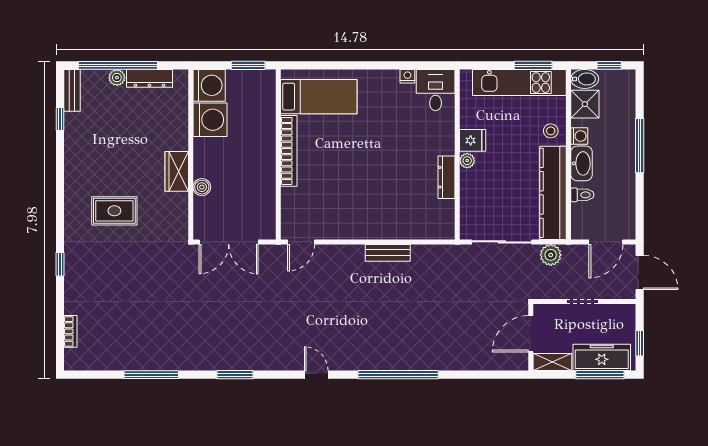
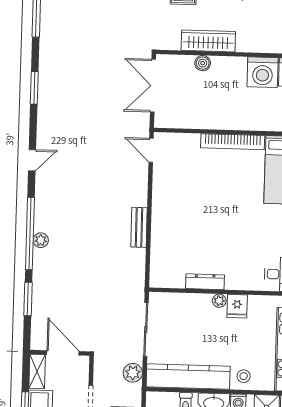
wardrobe: (177, 171) -> (208, 41), width x1.50
plant: (405, 362) -> (41, 240), added
window: (472, 375) -> (28, 299), added

